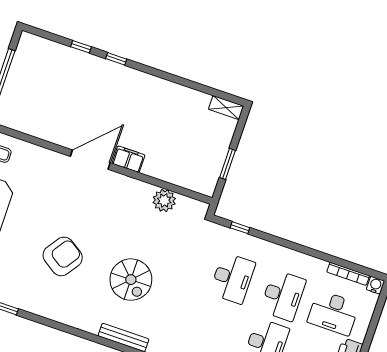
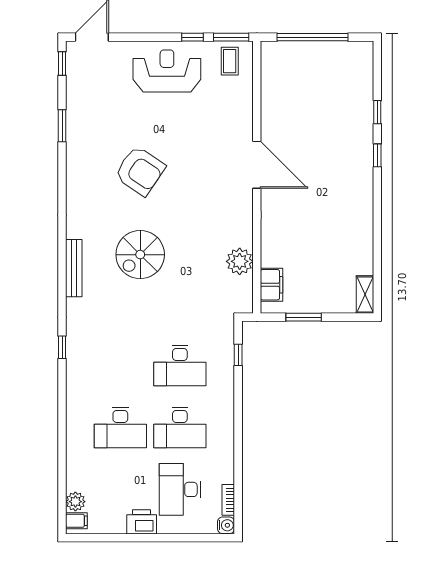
filing cabinet: (128, 159) -> (271, 285), moved
bookcase: (348, 274) -> (228, 500), width x0.64

